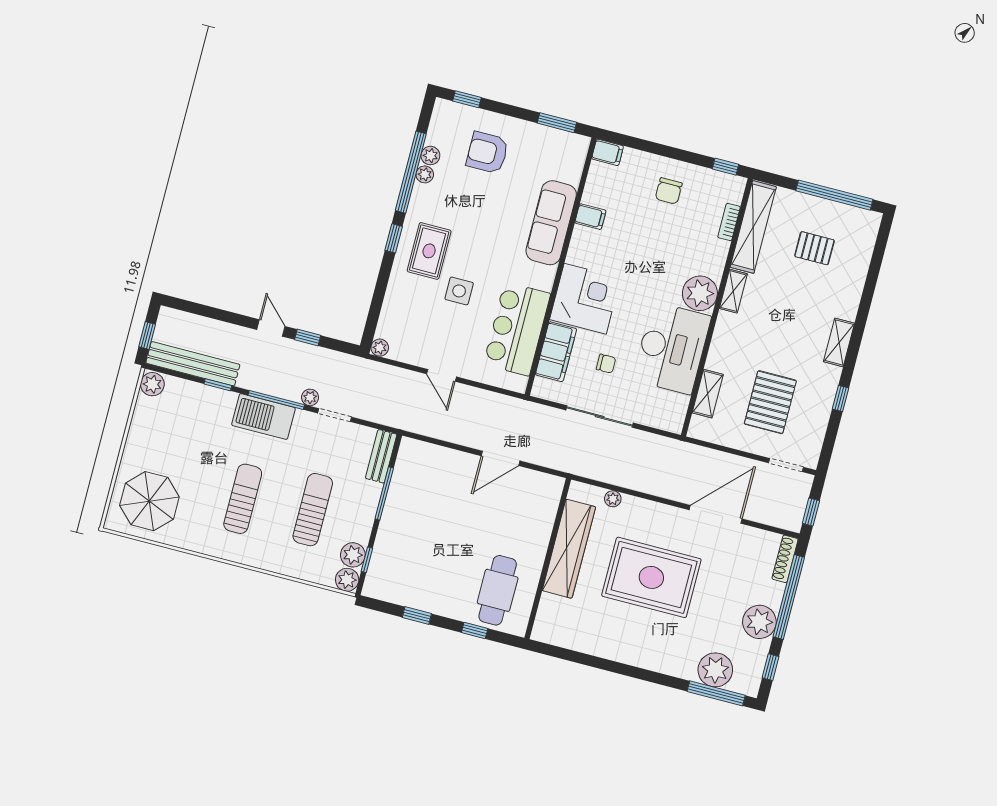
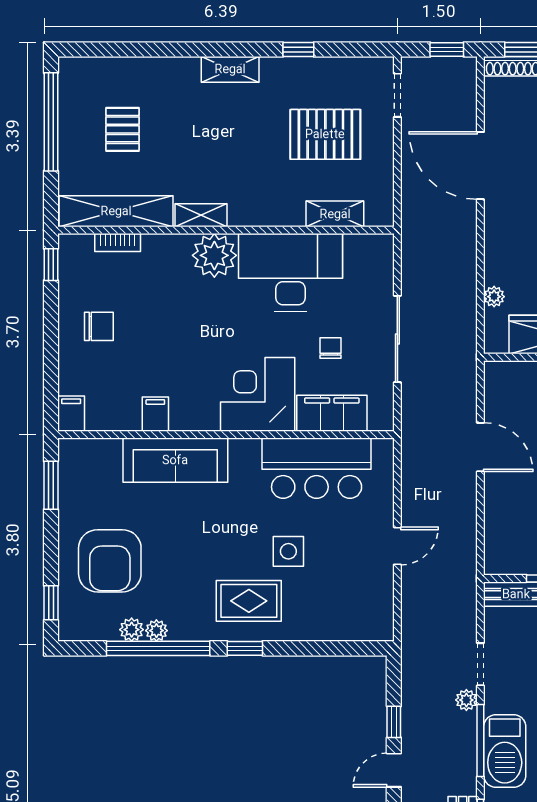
armchair: (487, 153) -> (110, 561), width x1.36, depth x1.36
plant: (380, 348) -> (383, 631), removed

